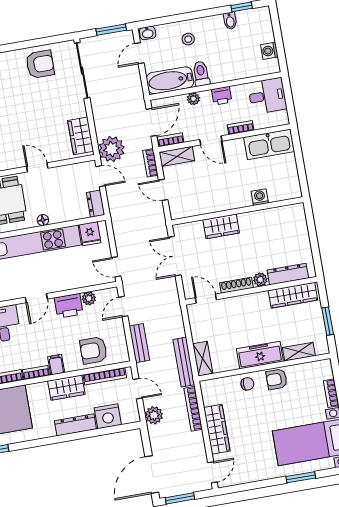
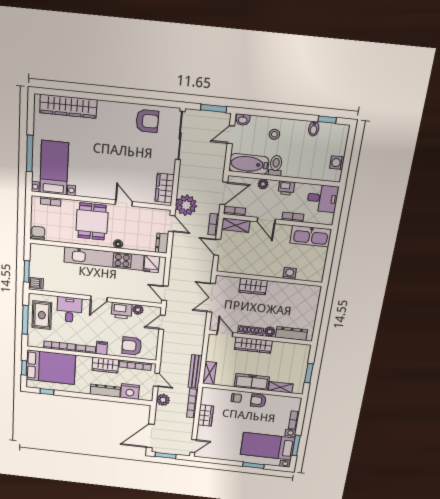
wardrobe: (293, 295) -> (253, 345), moved
bench: (139, 343) -> (167, 350), removed
wardrobe: (217, 429) -> (206, 415), width x0.67

